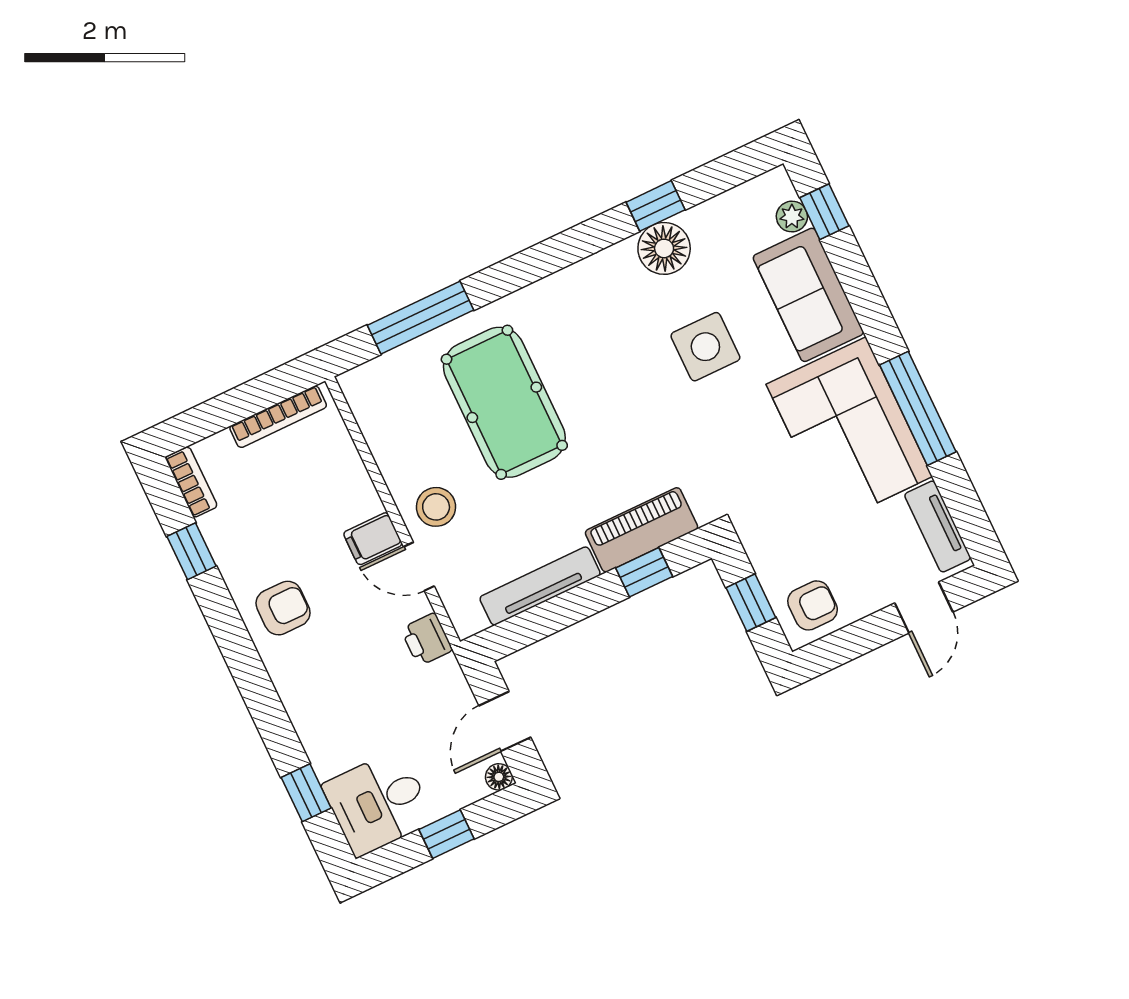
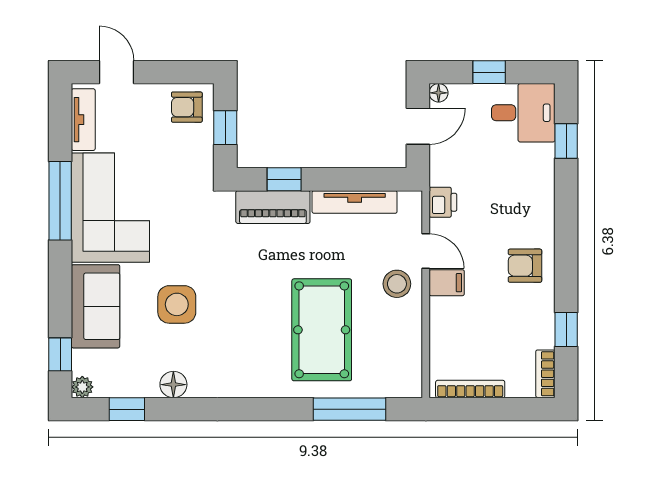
window: (656, 206) -> (127, 409), moved
plant: (792, 217) -> (82, 387), moved
floor lamp: (664, 248) -> (173, 385), width x0.73, depth x0.73
door: (924, 607) -> (117, 72), hinge flipped

